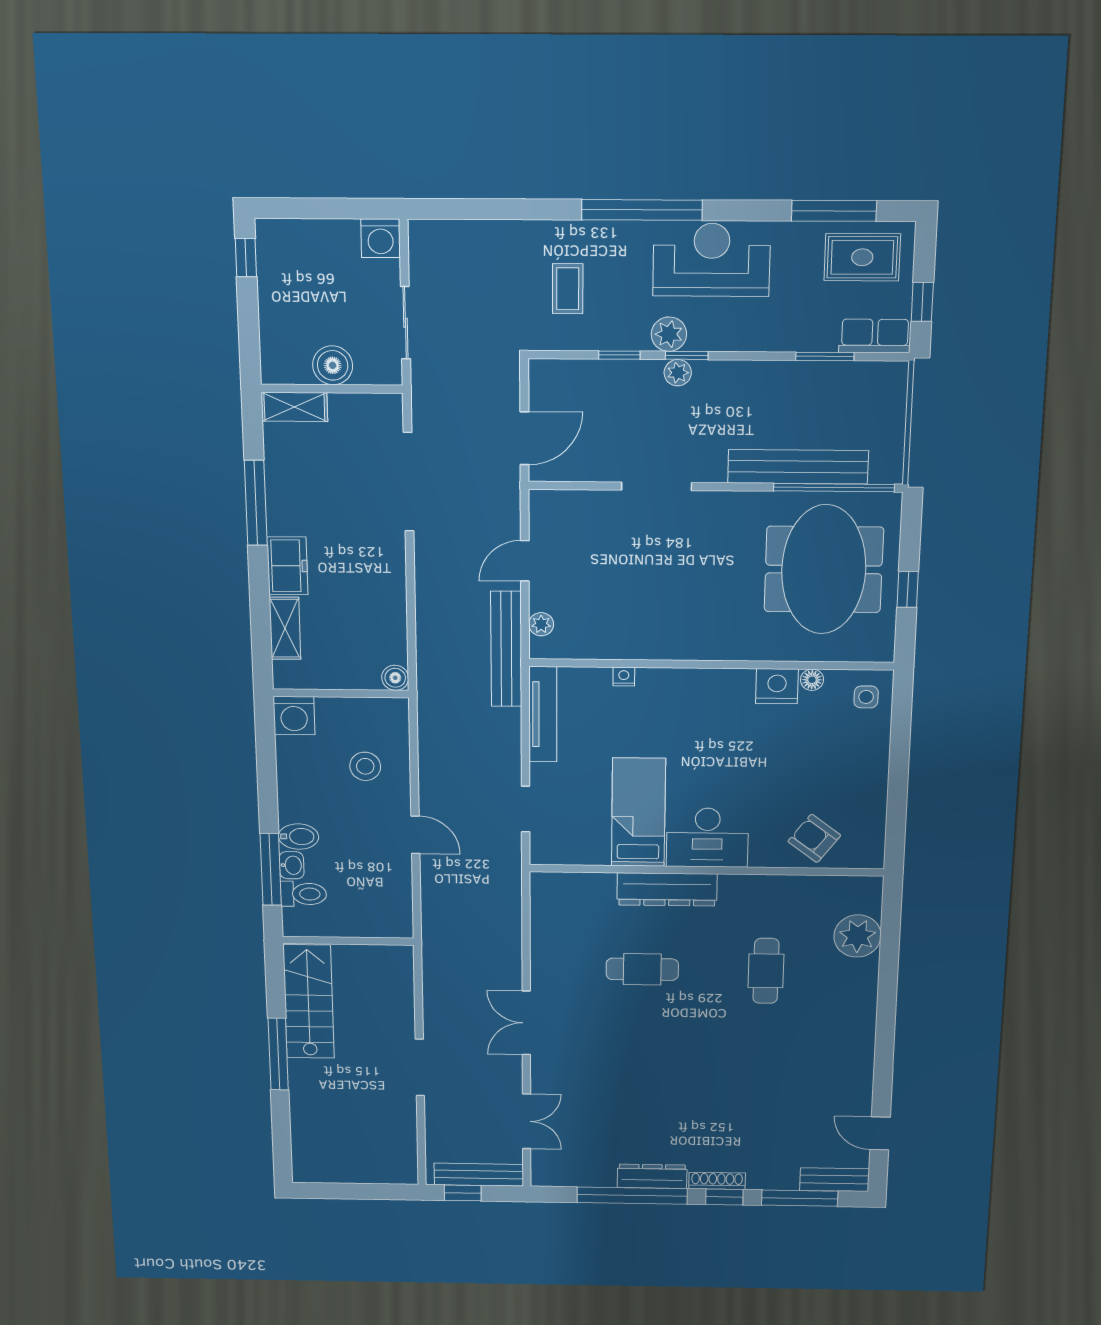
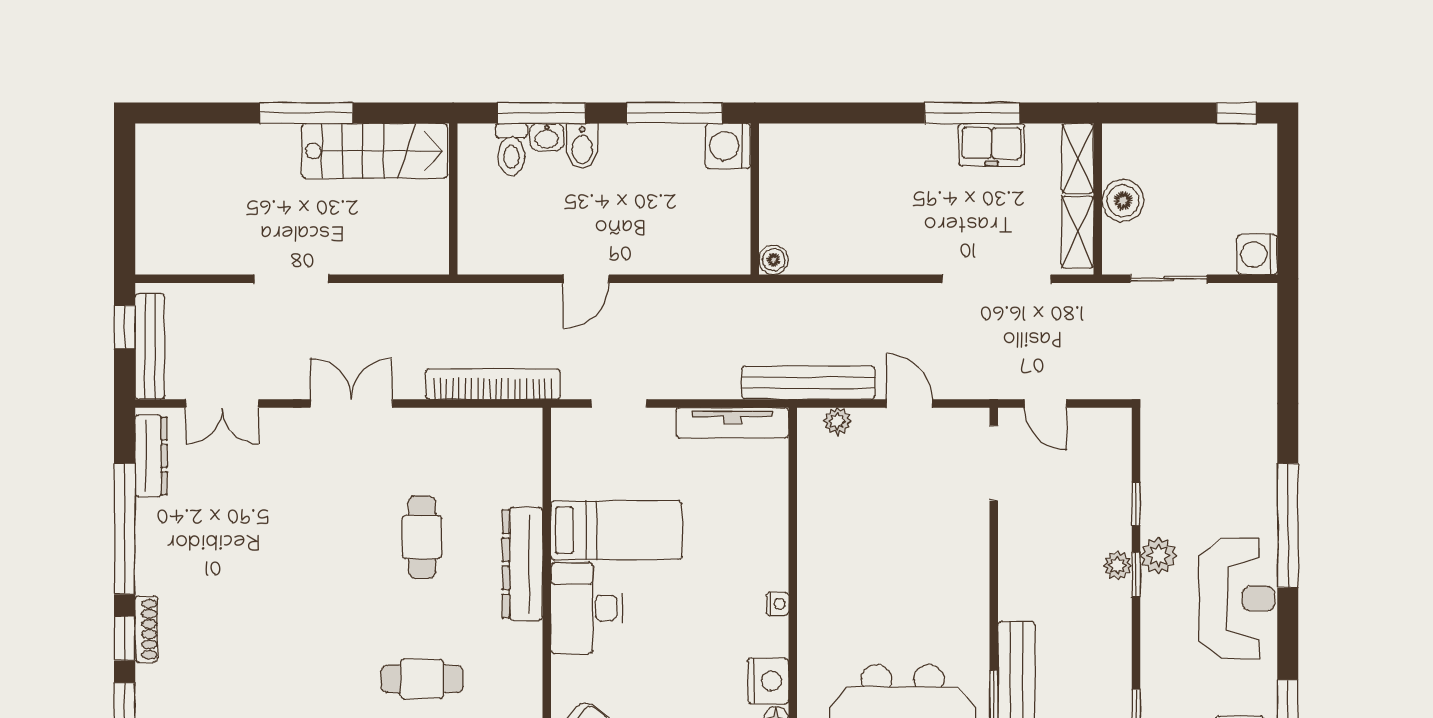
coffee table: (568, 289) -> (1206, 449), removed
door: (524, 438) -> (1046, 403), width x0.73
doorway: (657, 486) -> (994, 463), moved
freezer: (287, 566) -> (992, 145), moved
shelving: (285, 628) -> (1077, 232), moved, turned 90
nightstand: (624, 677) -> (778, 604), moved
window: (266, 760) -> (675, 113), added
stool: (365, 766) -> (668, 224), removed
bookcase: (509, 911) -> (493, 384), added
dresser: (652, 1176) -> (151, 456), moved

